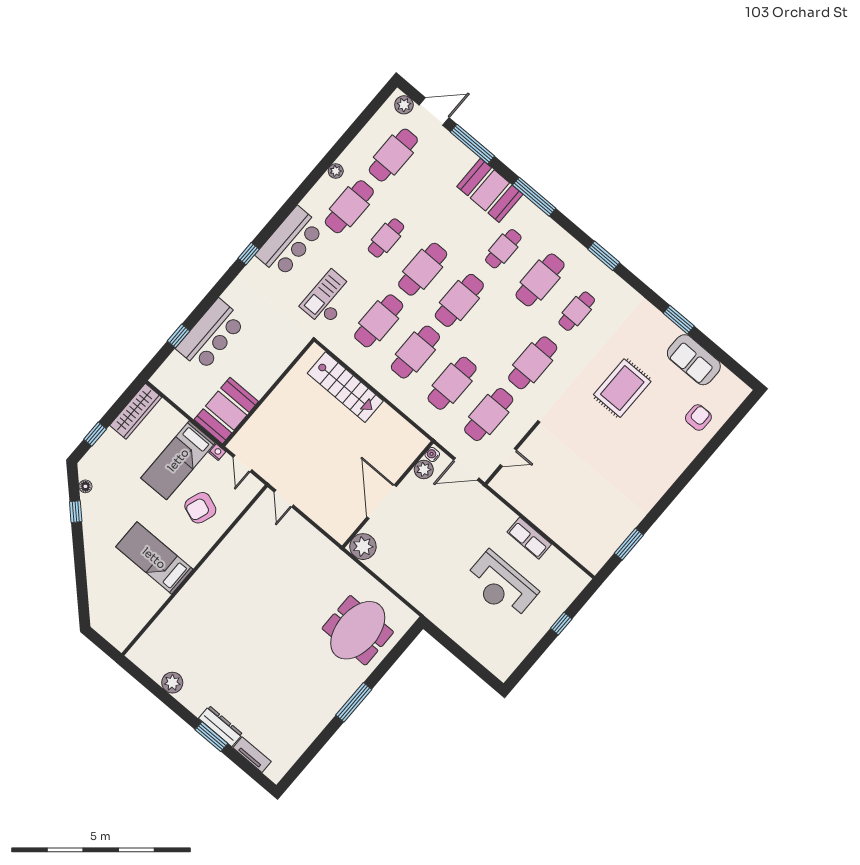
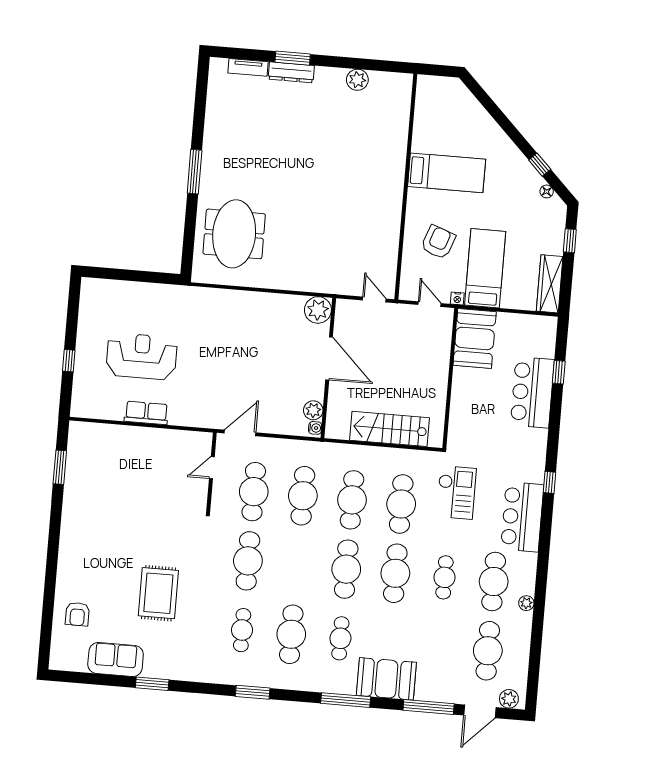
water cooler: (432, 454) -> (315, 428), moved
plant: (424, 469) -> (313, 410), moved
wall: (388, 495) -> (328, 368), moved
door: (382, 502) -> (329, 358), moved
plant: (363, 547) -> (318, 310), moved

